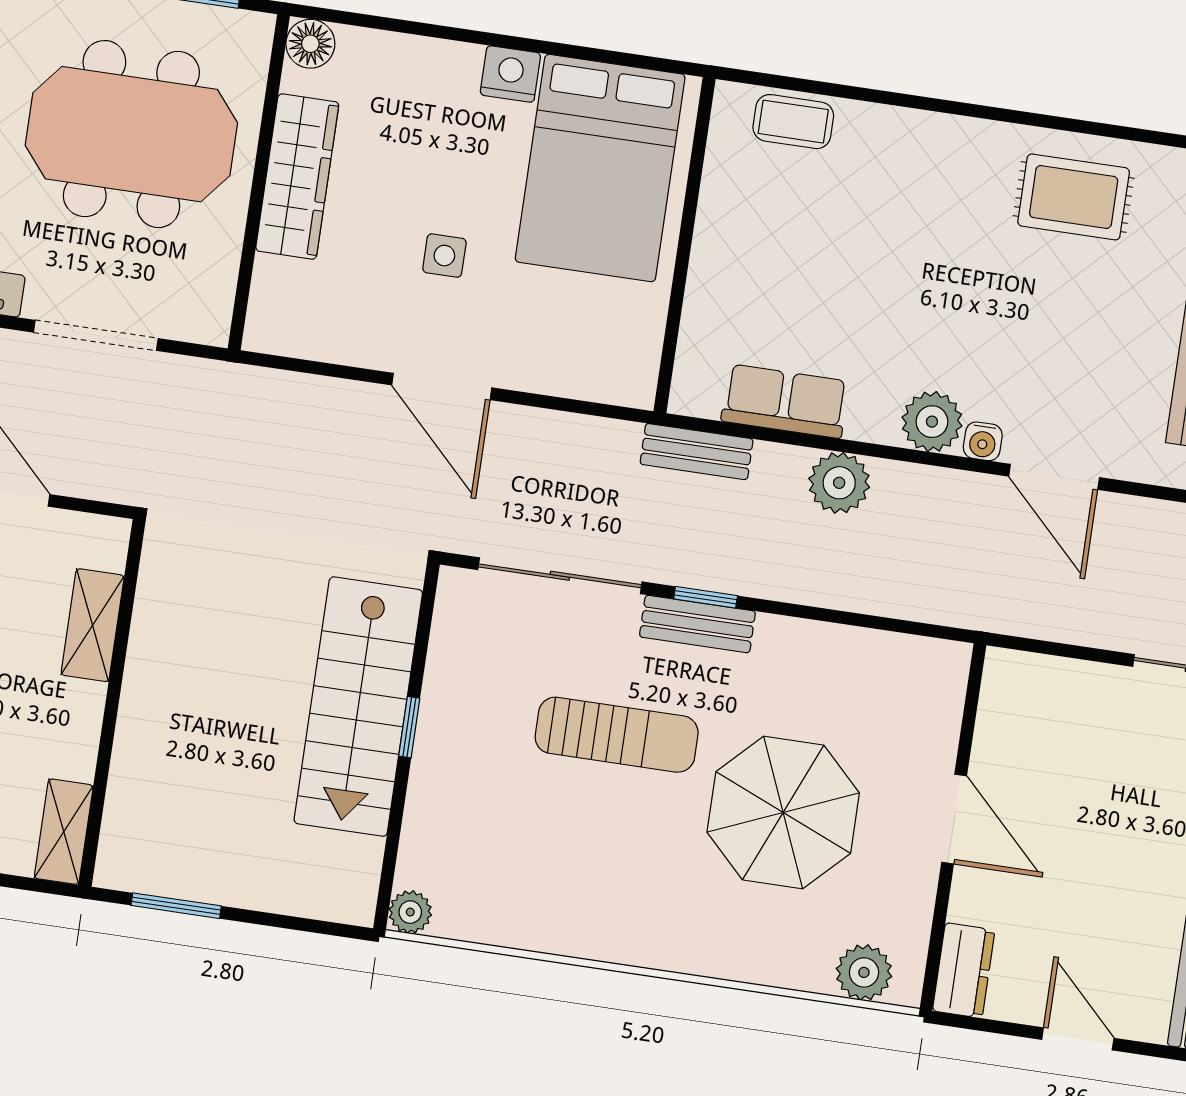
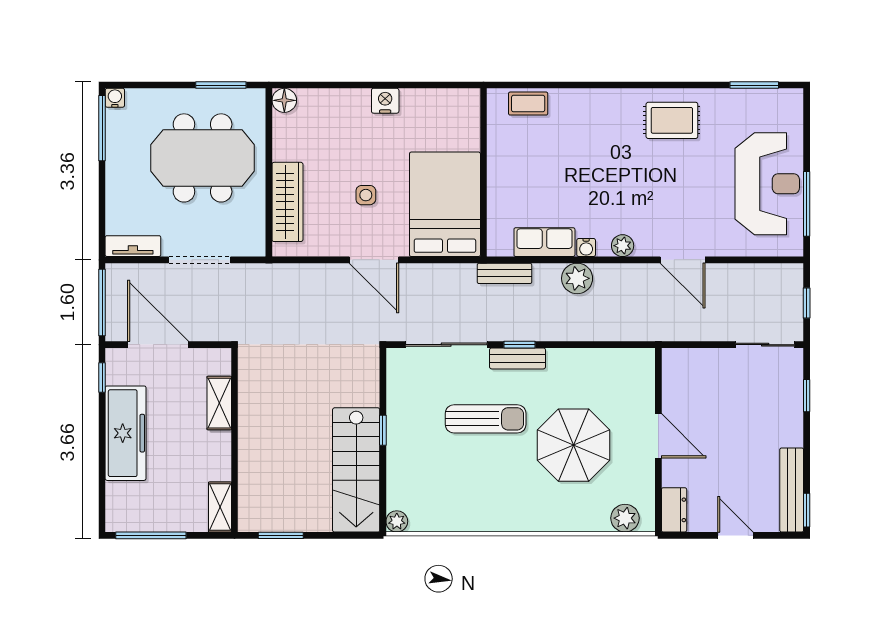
bed: (600, 168) -> (445, 204), moved, turned 180
wardrobe: (297, 176) -> (287, 202), moved
plant: (932, 422) -> (623, 246), width x0.73, depth x0.73
water cooler: (983, 441) -> (586, 247), moved
stairs: (358, 707) -> (356, 470), moved

